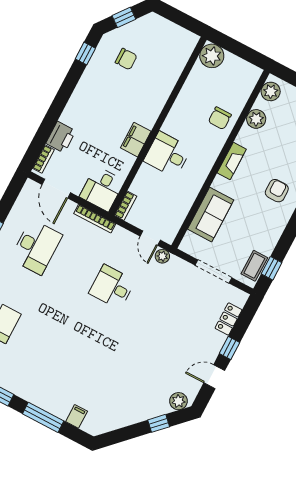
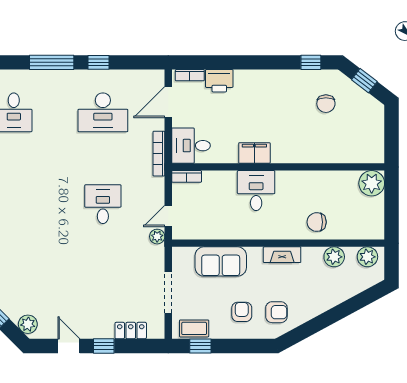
armchair: (261, 219) -> (242, 312), added

